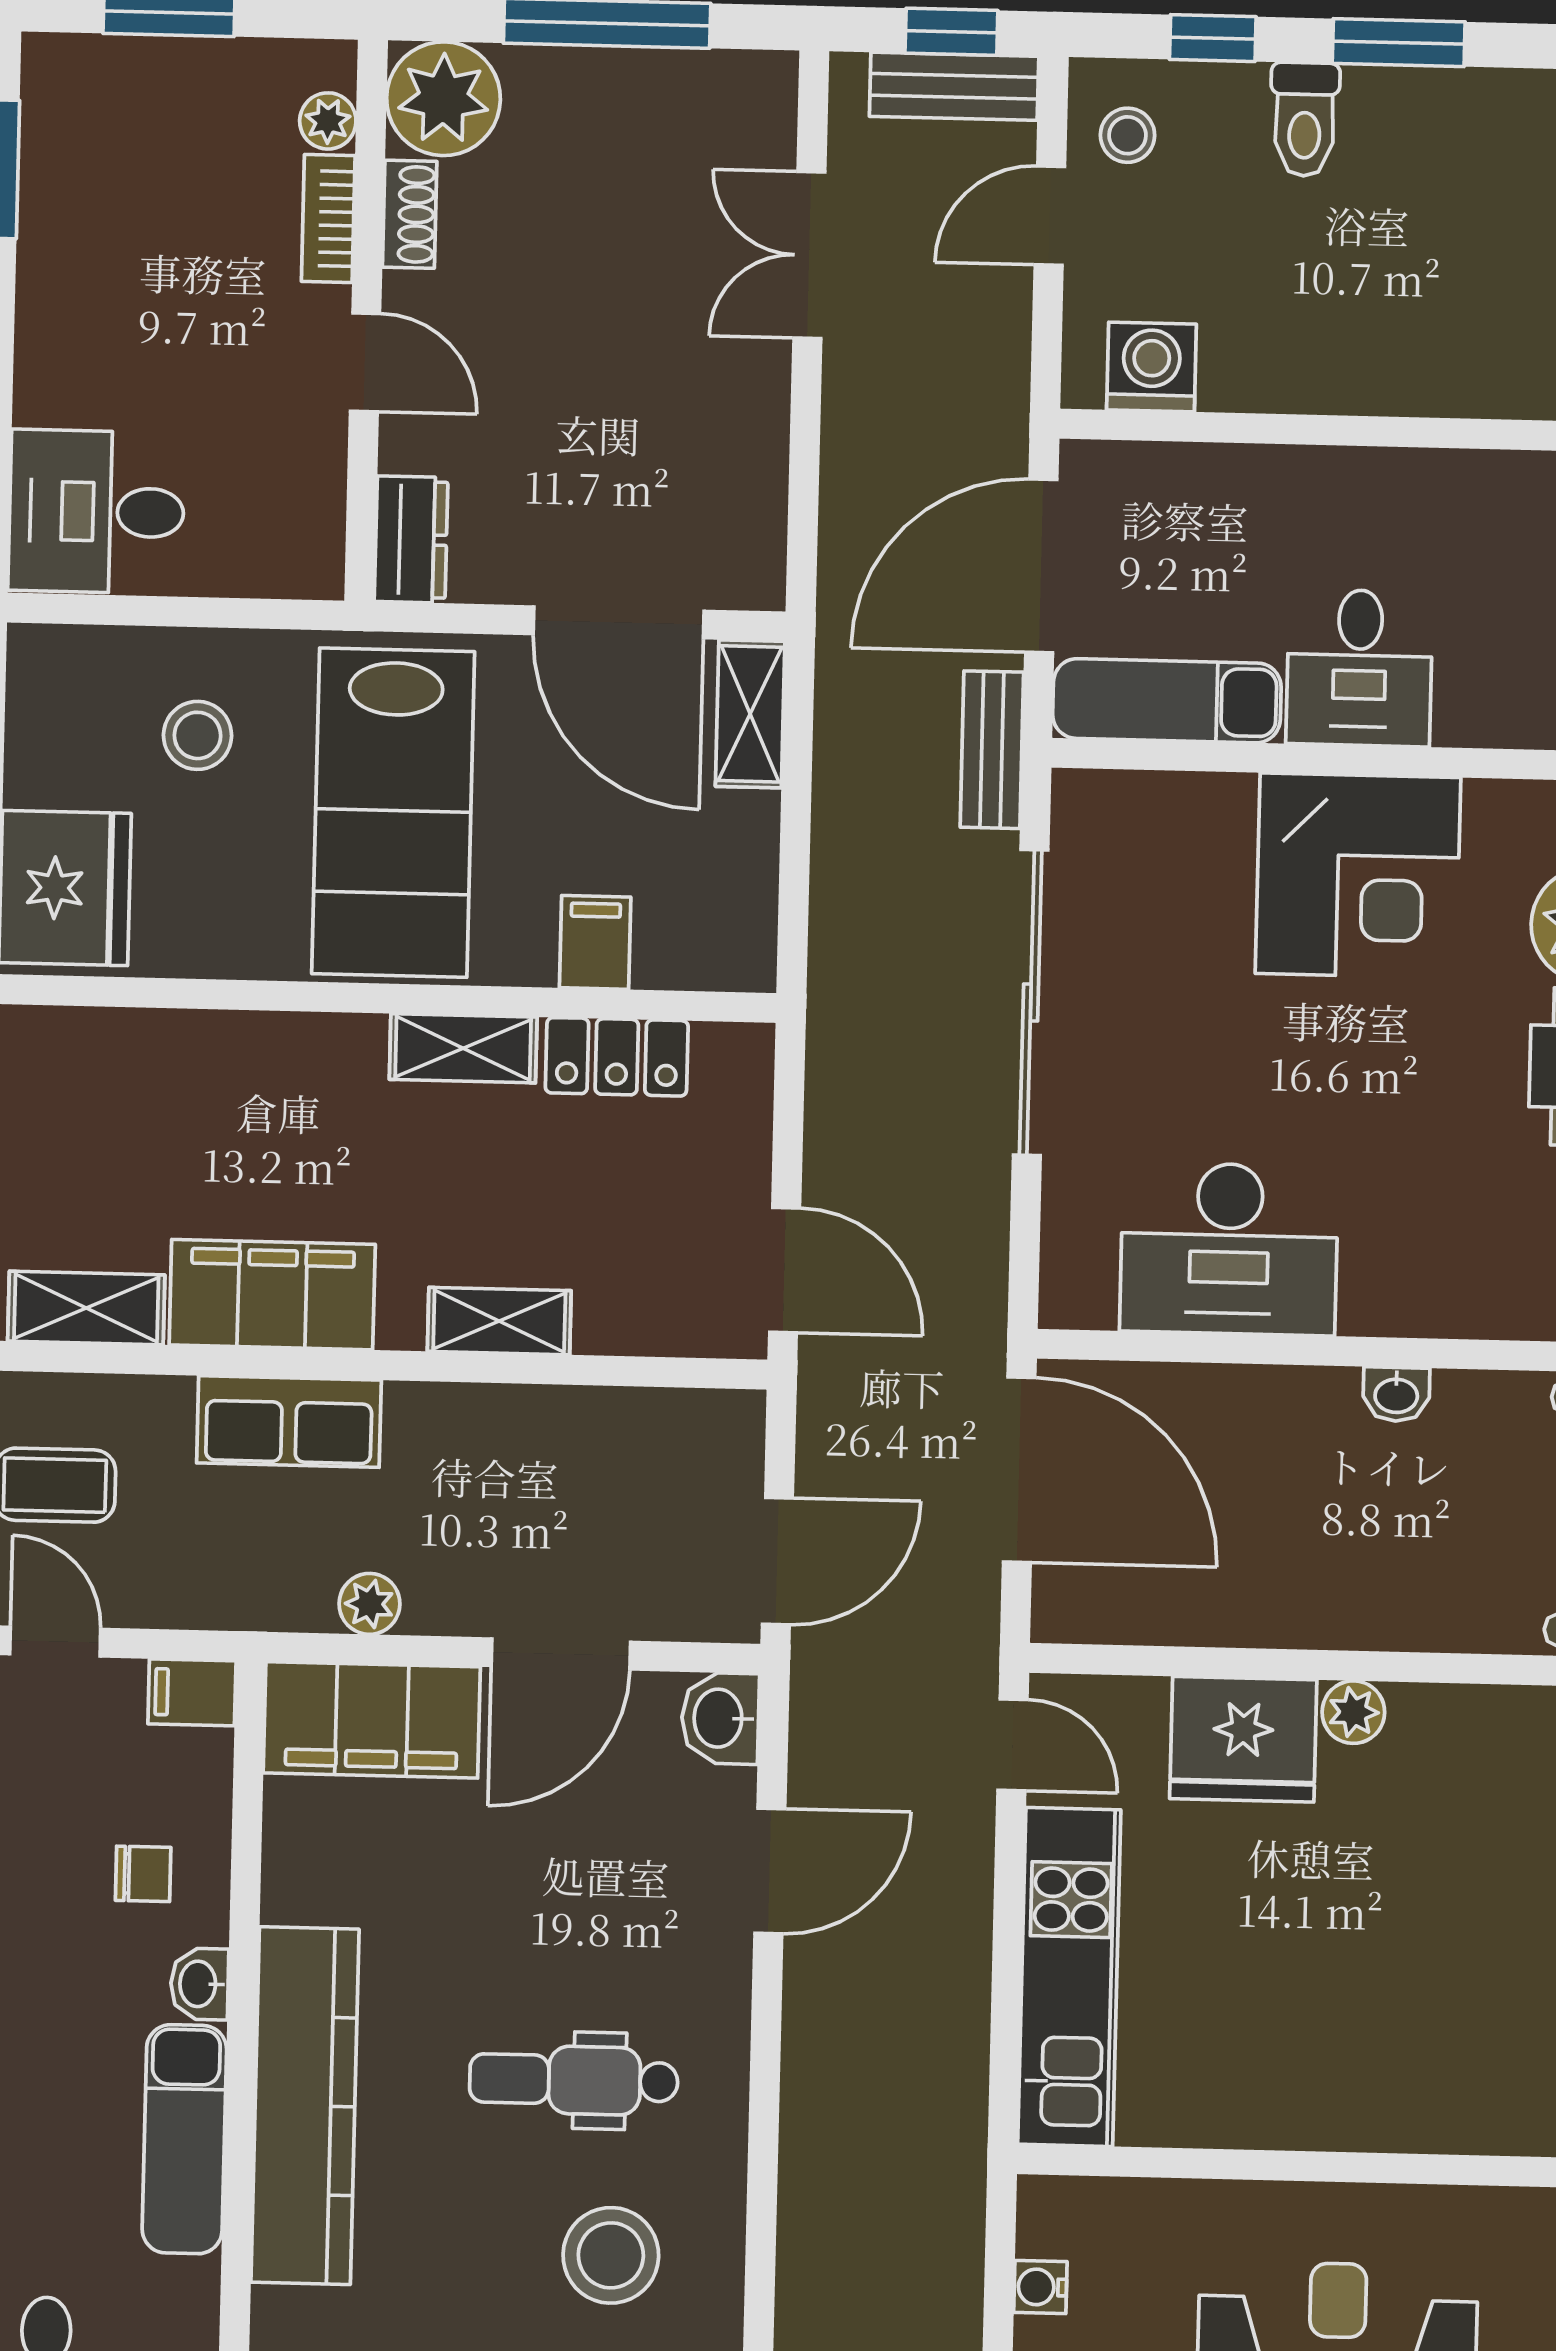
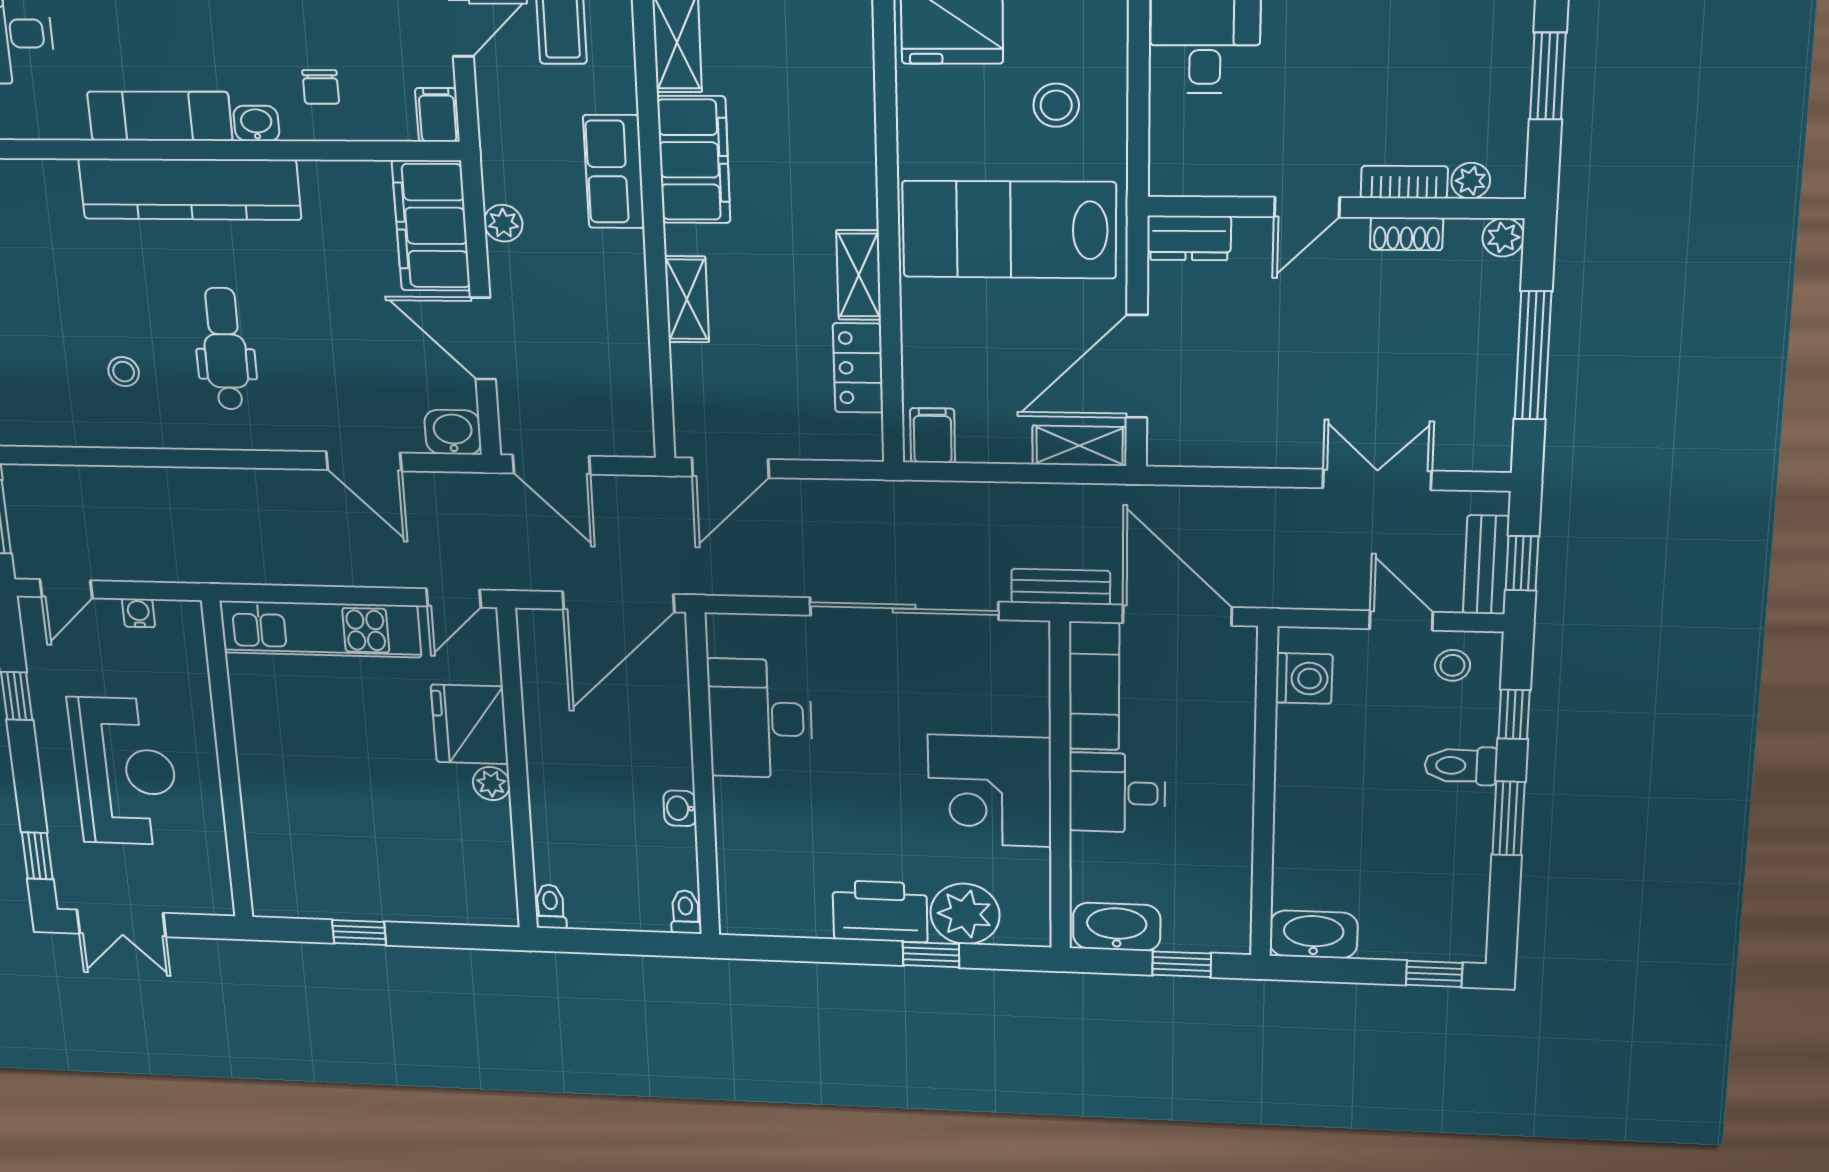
plant: (443, 99) -> (1503, 237), width x0.53, depth x0.53
filing cabinet: (595, 942) -> (933, 436), moved, turned -90
stool: (611, 2255) -> (124, 372), width x0.53, depth x0.53

